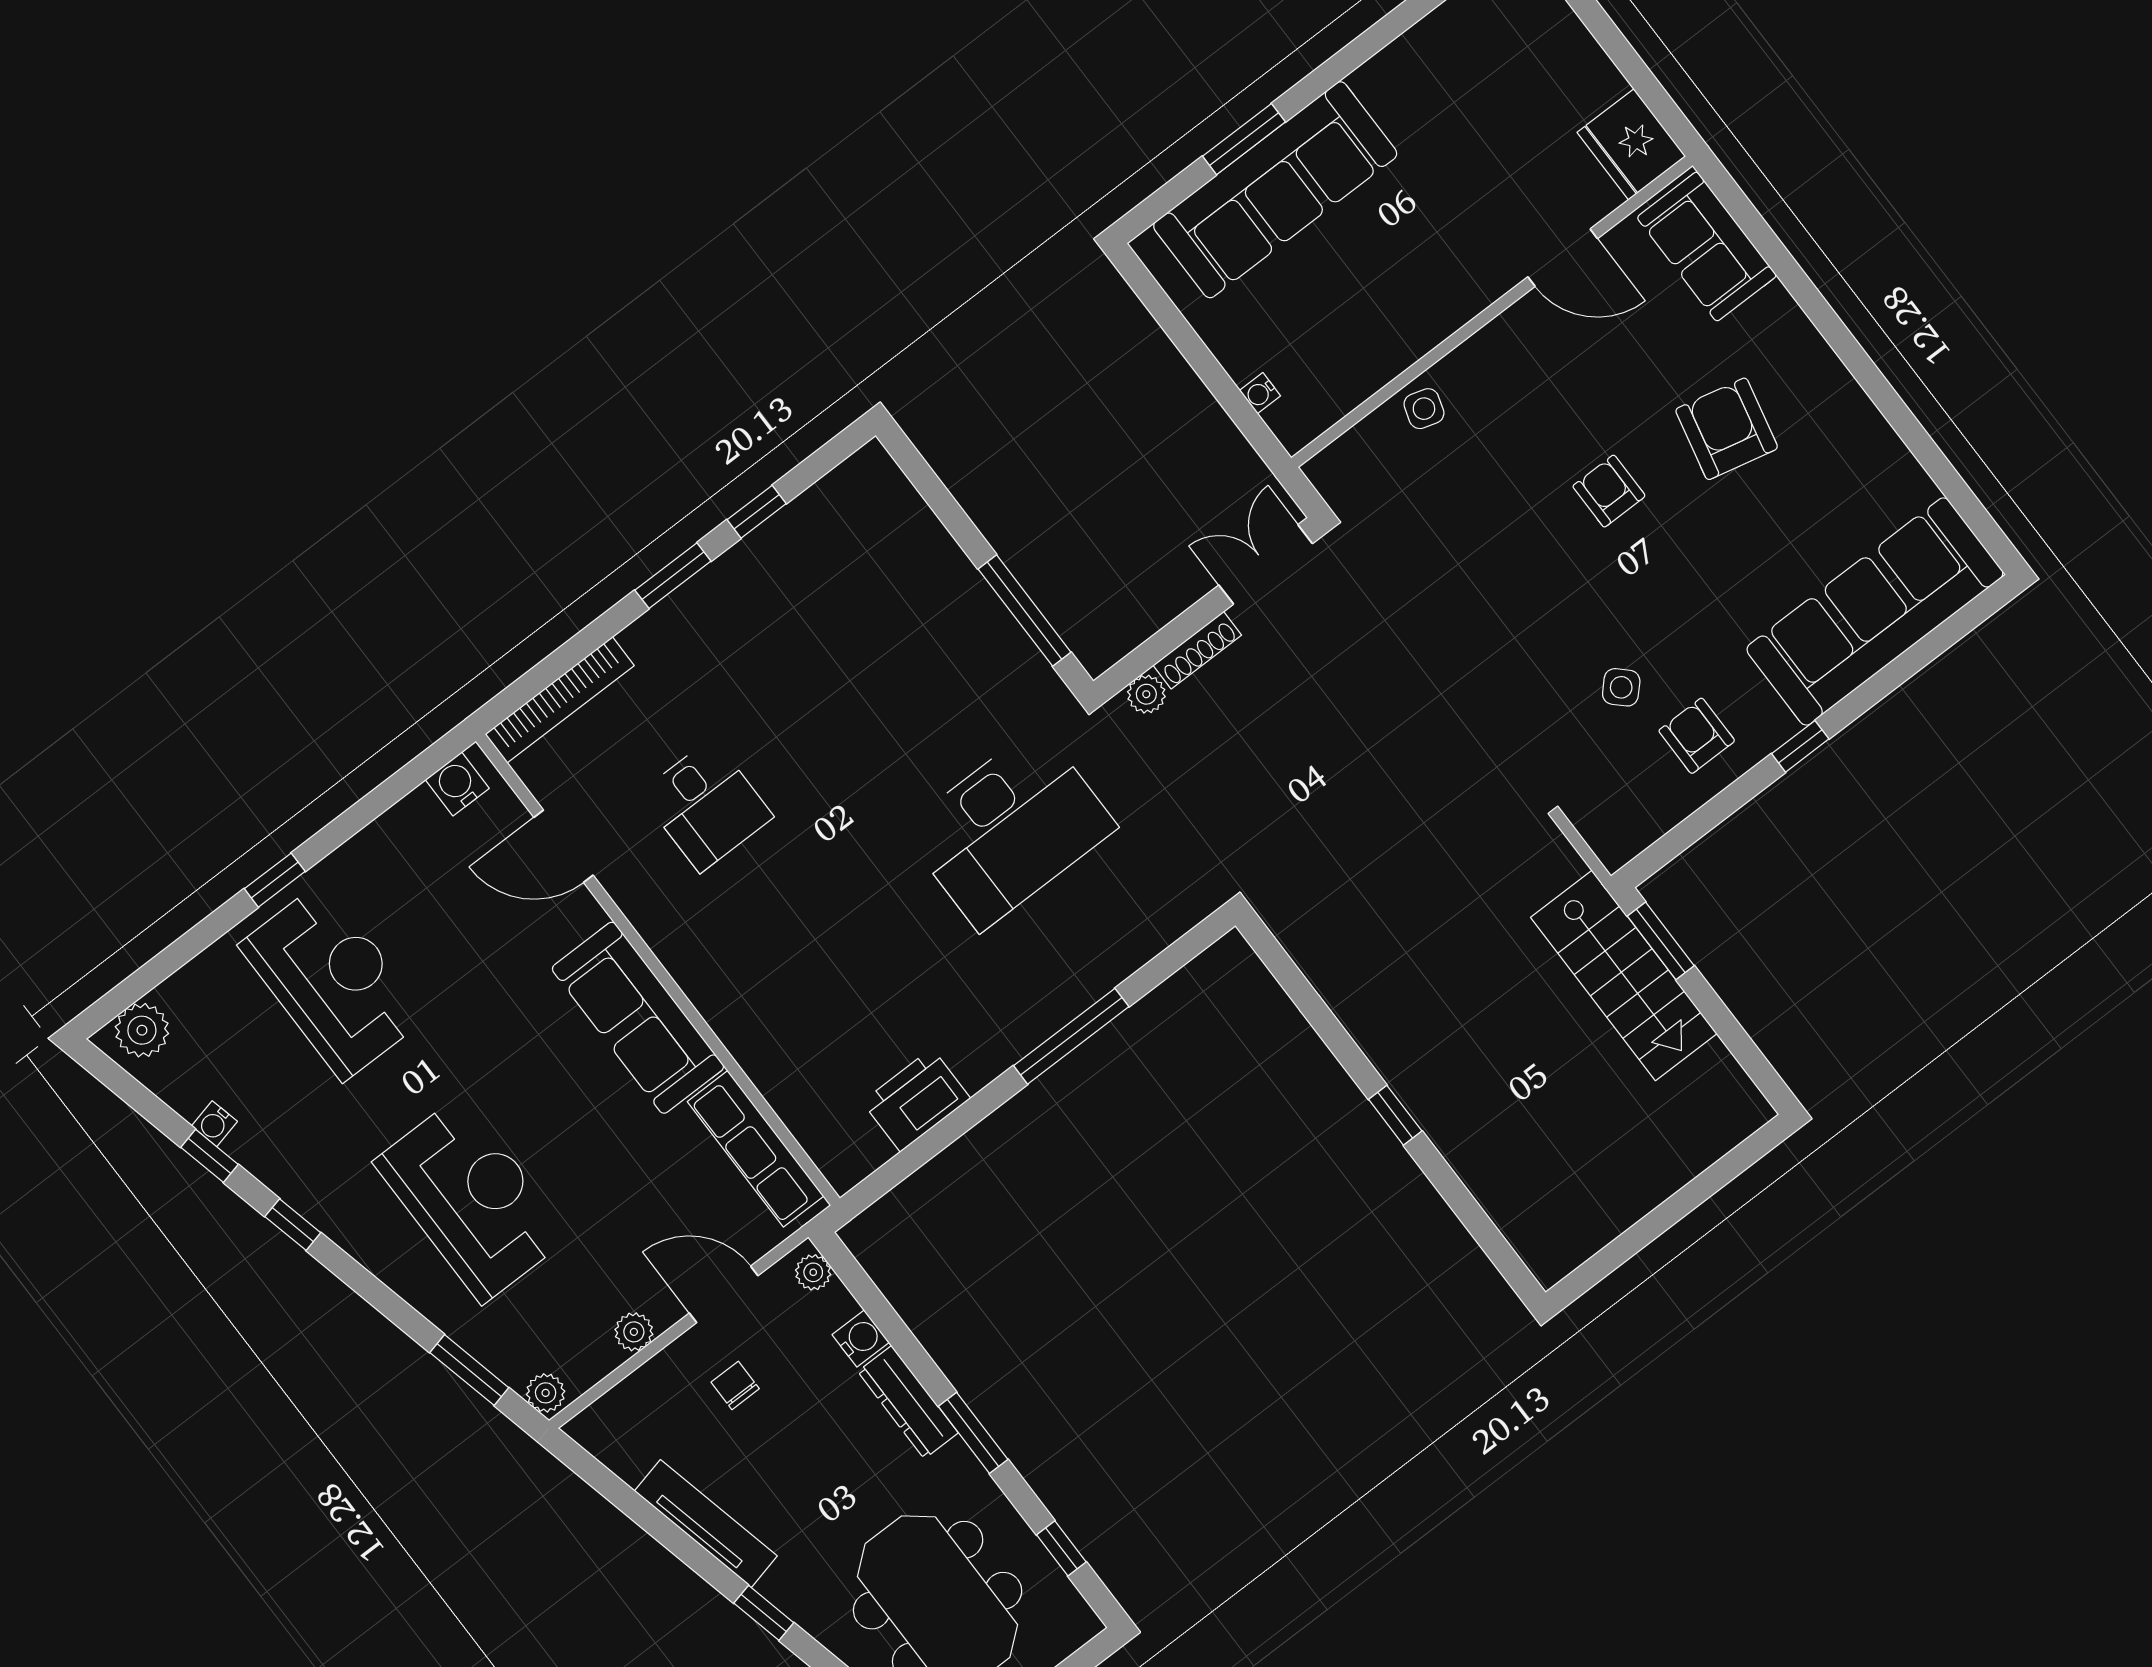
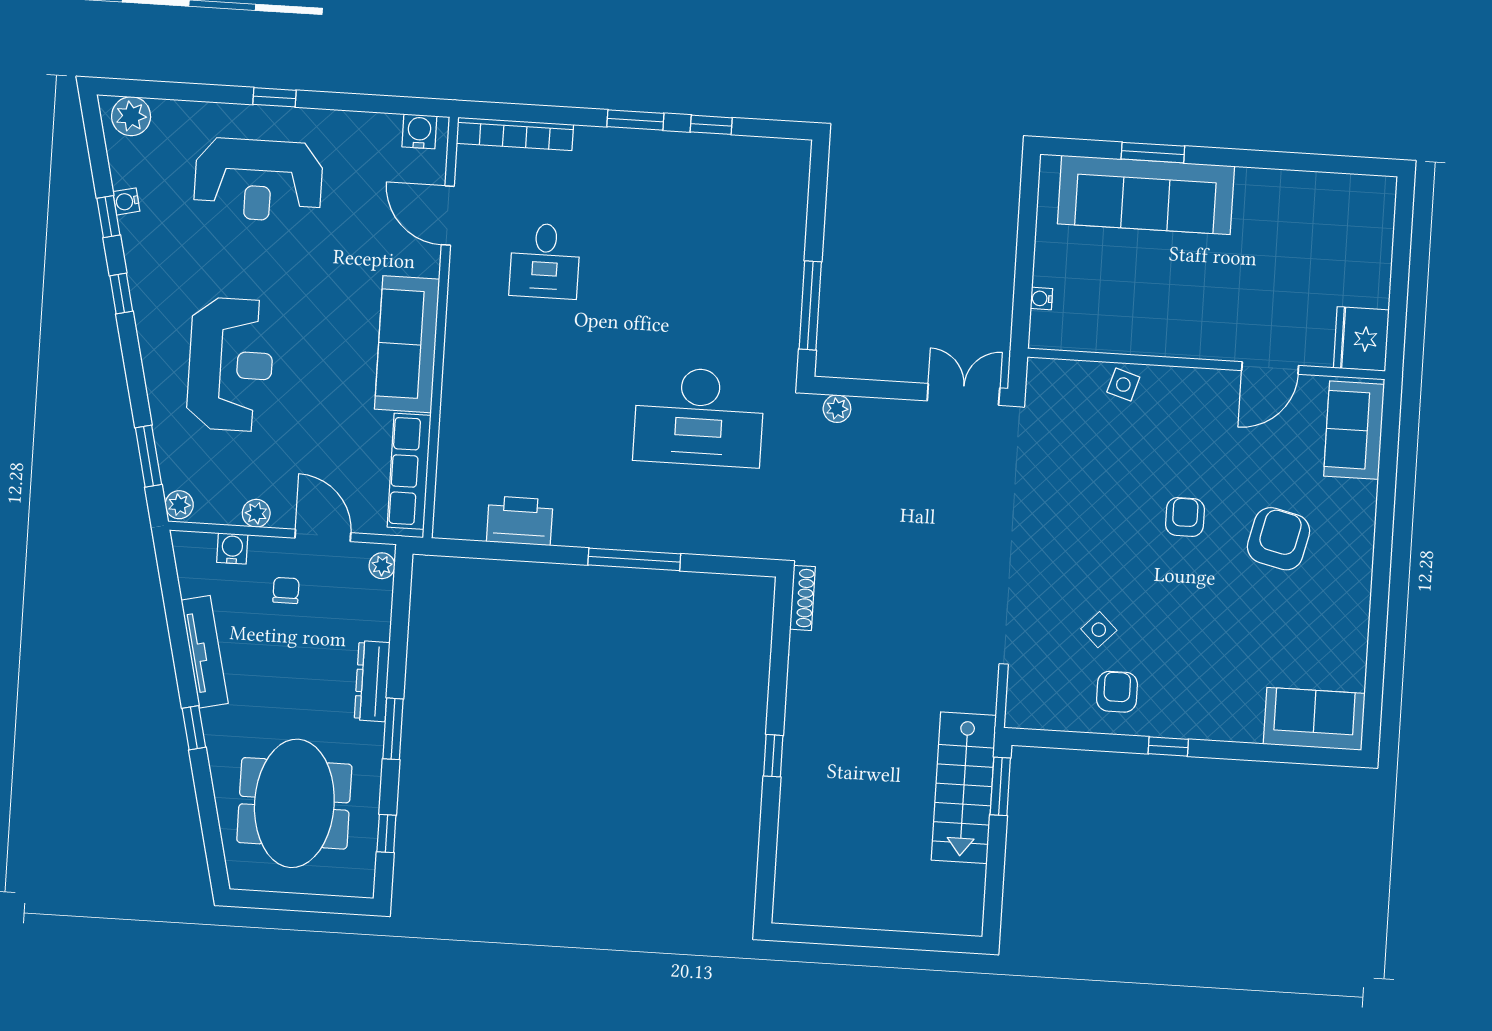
door: (1563, 258) -> (1270, 368), hinge flipped
sofa: (1875, 612) -> (1314, 719), width x0.54, depth x0.79
shoe rack: (1197, 650) -> (802, 598), moved, turned -90
reception desk: (333, 981) -> (258, 180), turned 90
water cooler: (861, 1339) -> (232, 548), moved, turned -90

